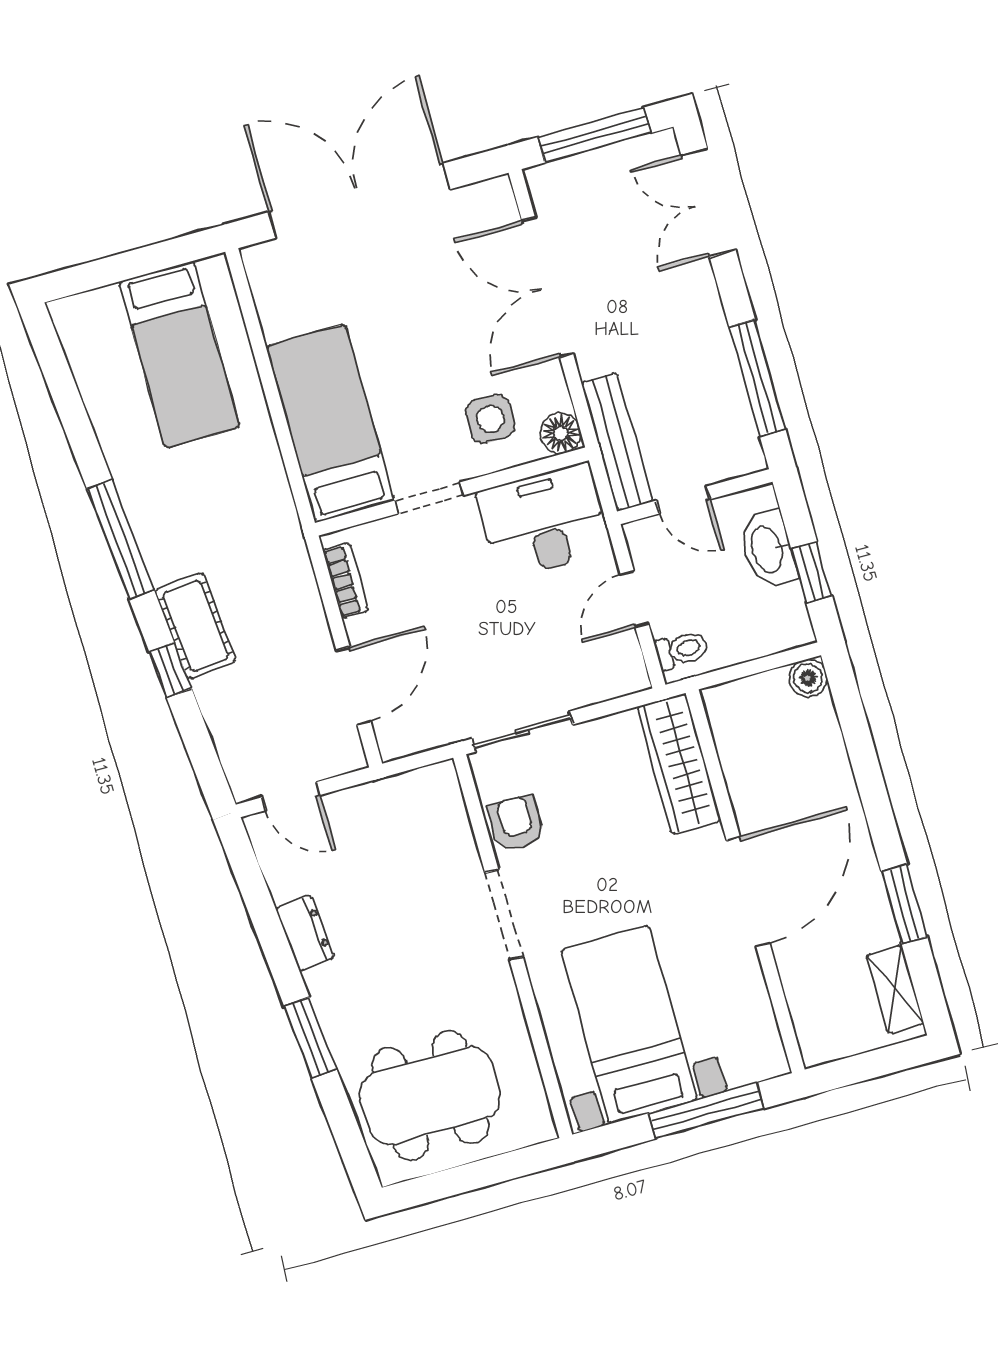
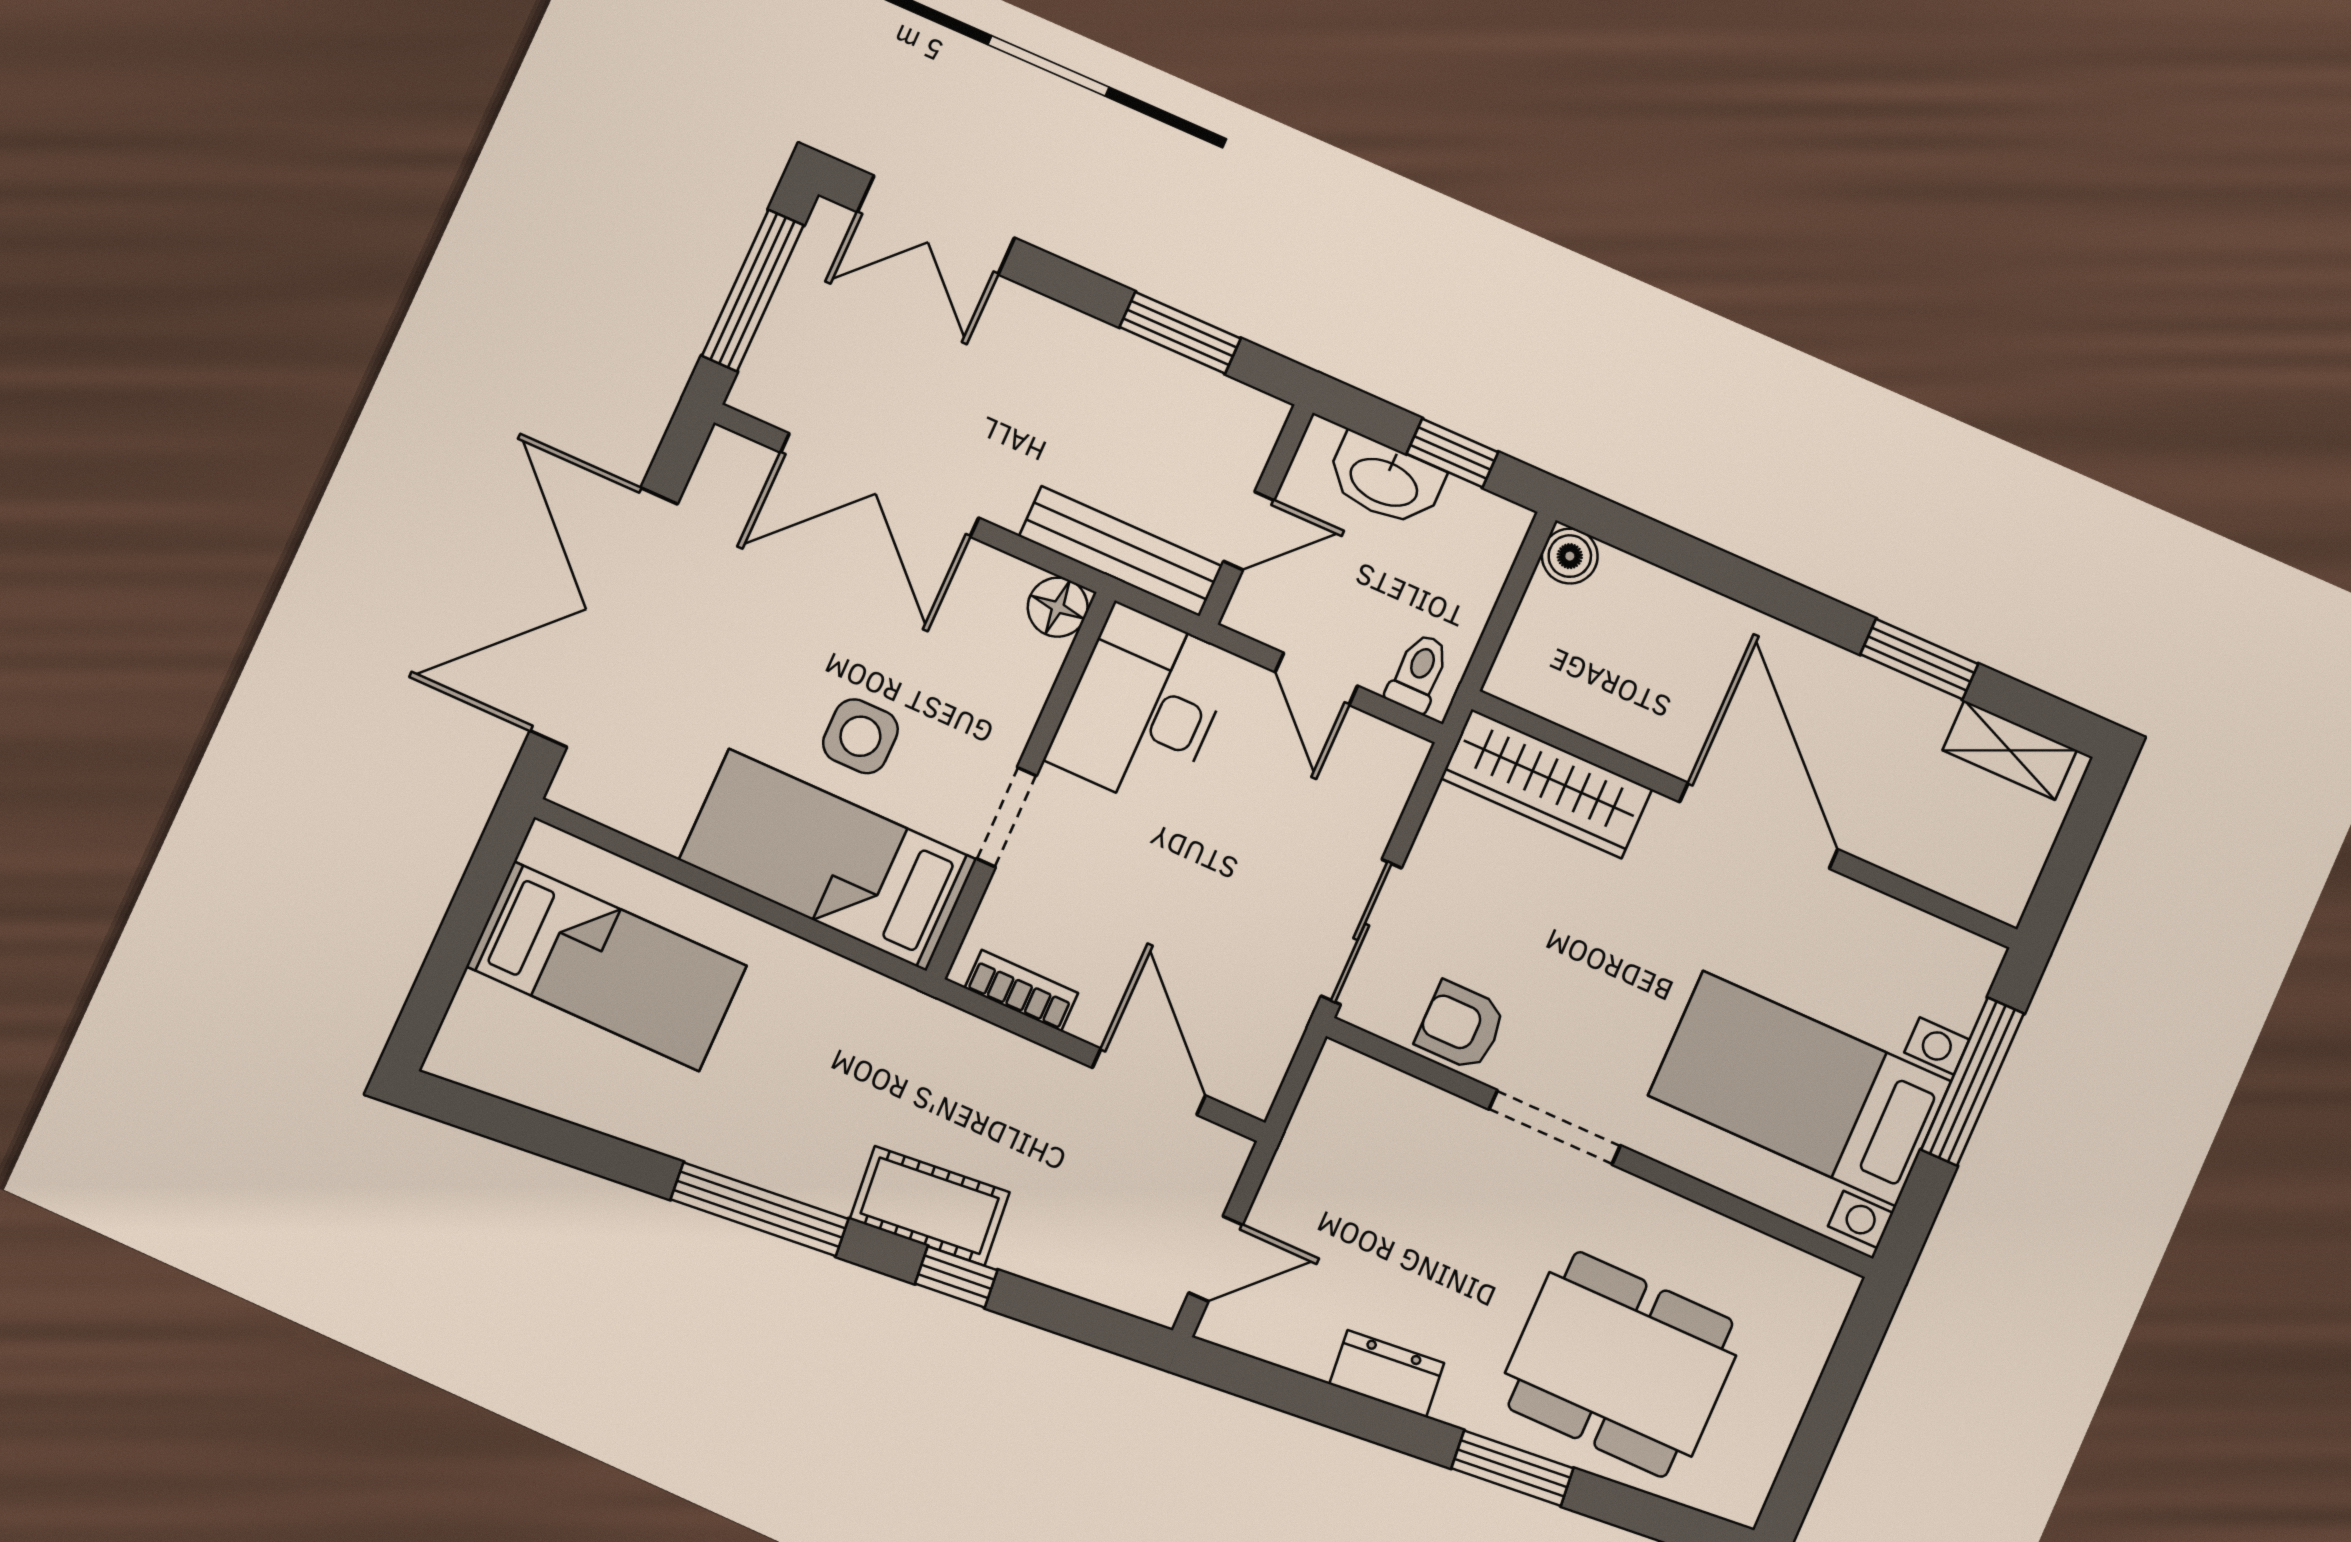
window: (757, 378) -> (1180, 333), width x0.69
side table: (490, 419) -> (860, 736), moved
dining table: (430, 1096) -> (1620, 1364), moved, turned 90

